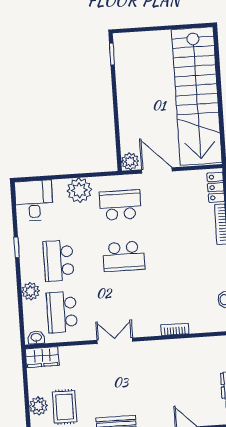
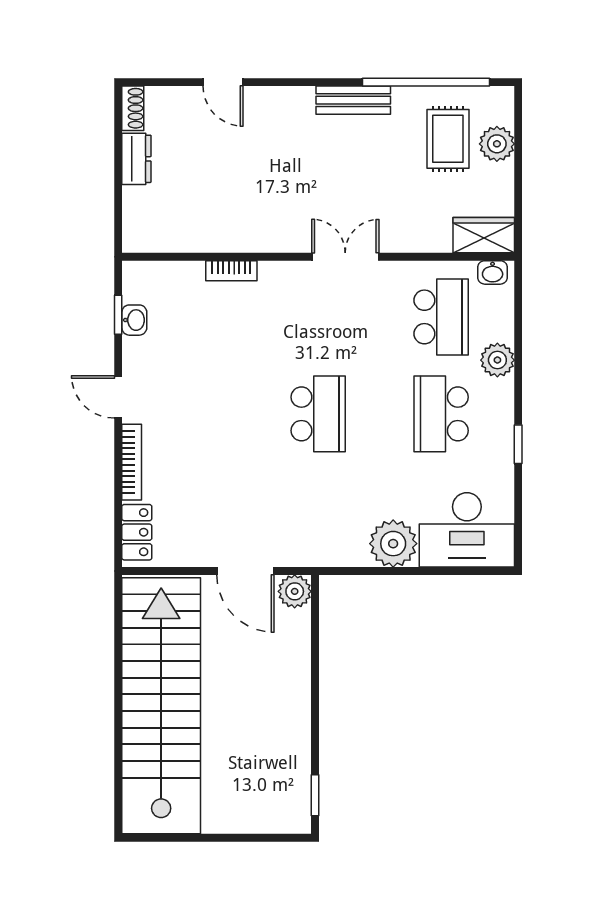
desk: (34, 201) -> (467, 530), width x1.37
school desk: (120, 205) -> (318, 511), removed
school desk: (124, 256) -> (318, 414), turned 90
school desk: (59, 261) -> (441, 414), turned 180
double door: (115, 341) -> (345, 257), swing flipped

